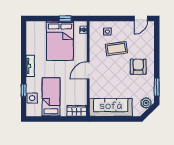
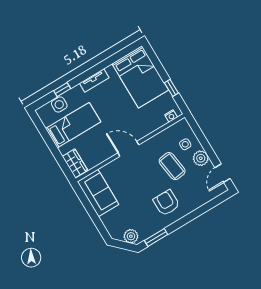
door: (141, 19) -> (223, 173), hinge flipped
plant: (123, 27) -> (201, 158), added
bed: (60, 41) -> (140, 77), moved, turned -90
armchair: (138, 67) -> (166, 203), turned -90
sofa: (111, 107) -> (98, 193), width x0.73

